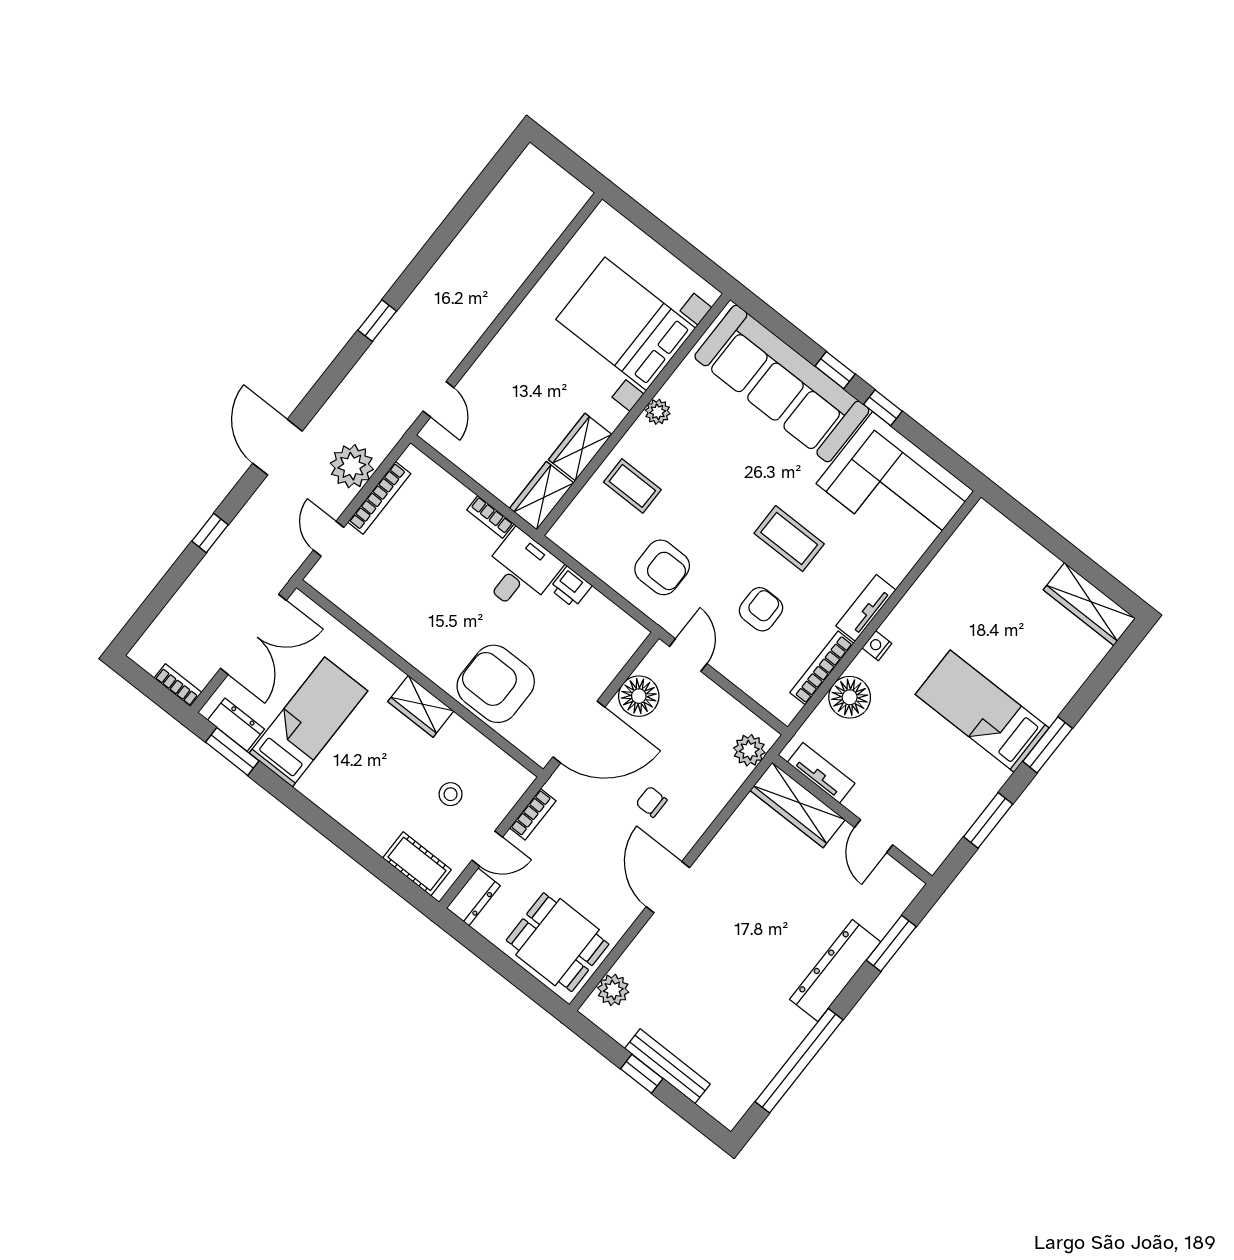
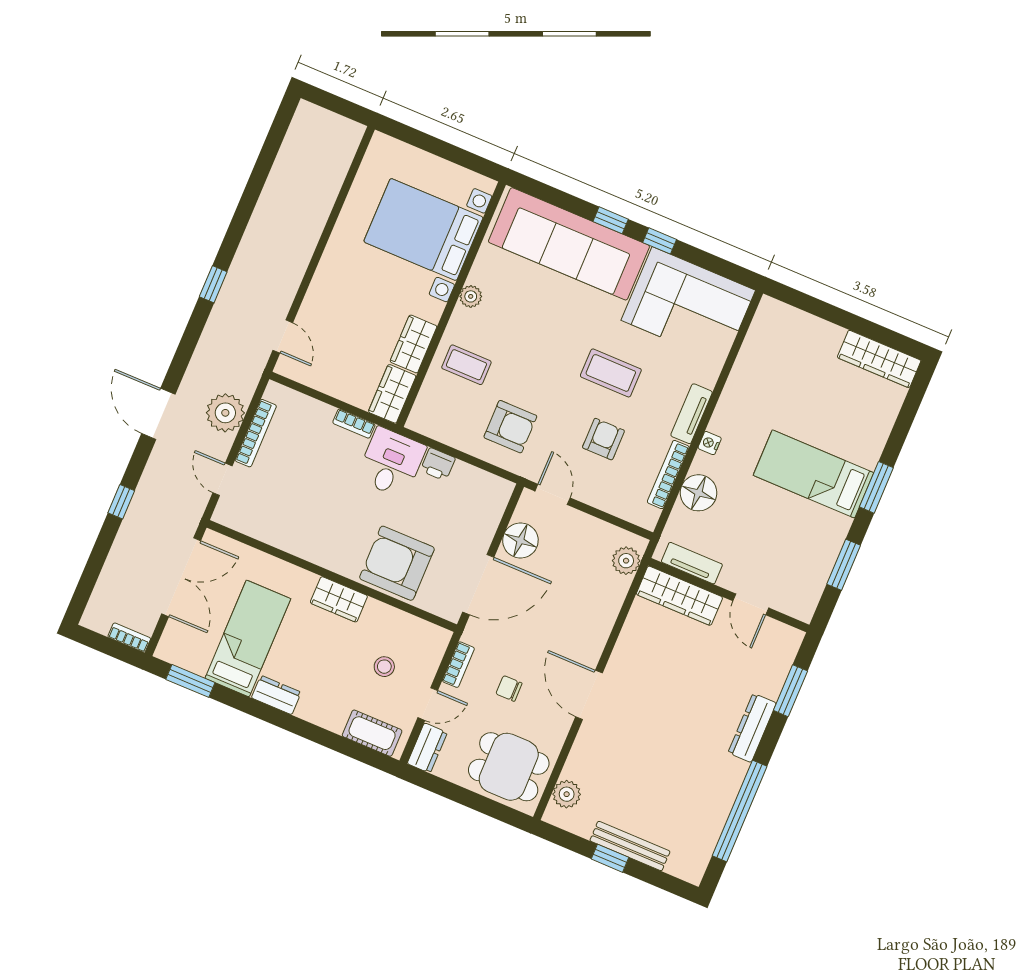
dresser: (236, 725) -> (276, 695), moved
chair: (651, 802) -> (509, 688), moved
dresser: (835, 971) -> (752, 728), width x0.73, depth x0.80

